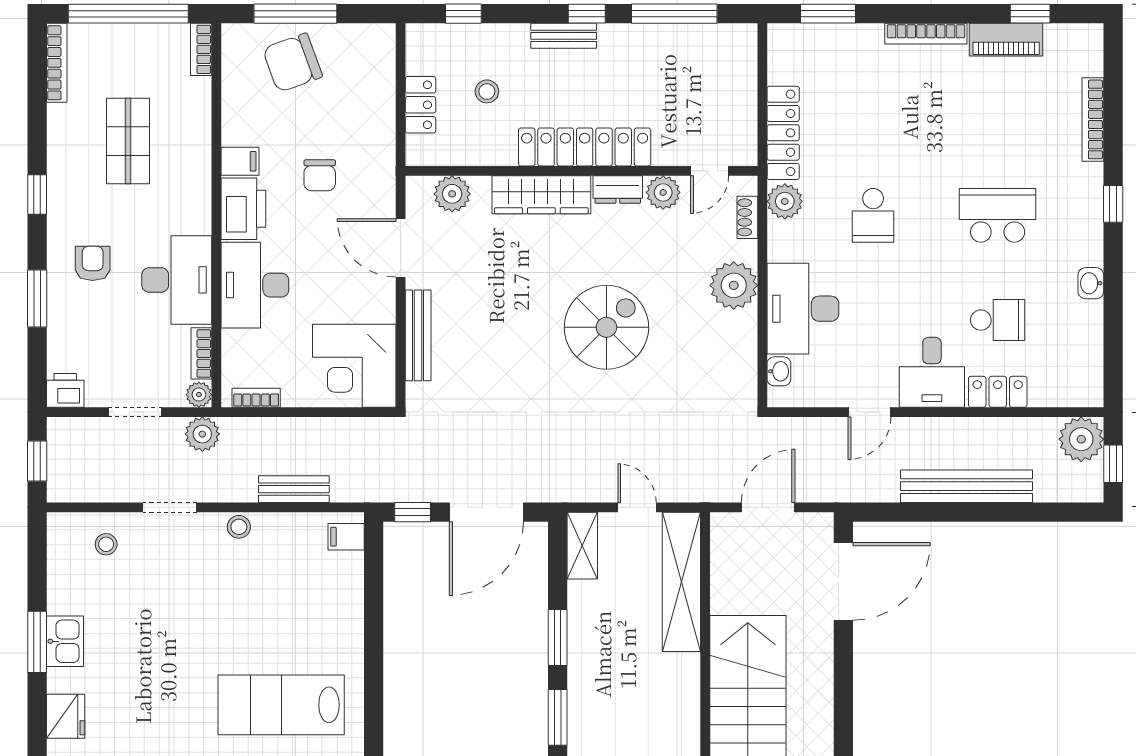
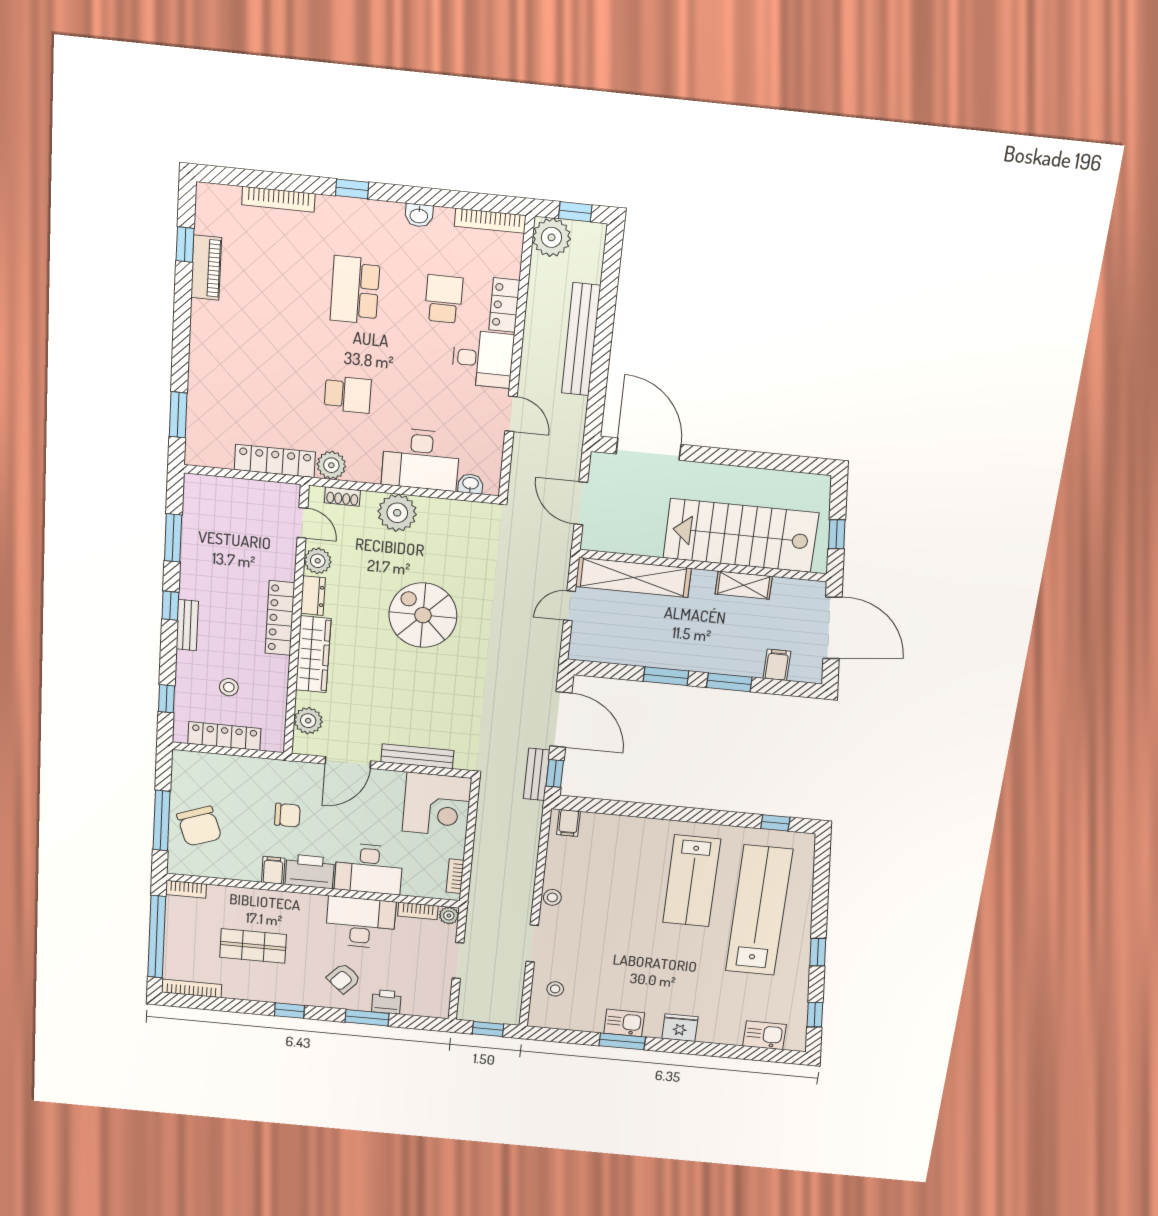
window: (674, 14) -> (173, 538), width x0.69
bookcase: (926, 34) -> (490, 221), moved, turned 90
locker: (420, 105) -> (224, 736), width x1.53
locker: (585, 147) -> (280, 618), width x0.71, depth x0.83
armchair: (93, 263) -> (344, 978), turned -48
printer: (65, 390) -> (386, 1002), moved, turned 90
plant: (202, 434) -> (479, 916), removed
bench: (294, 489) -> (537, 774), moved
shelving: (582, 546) -> (744, 585), moved

